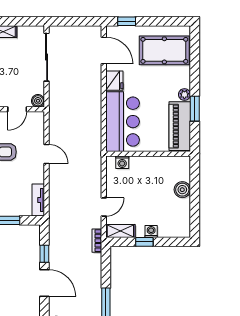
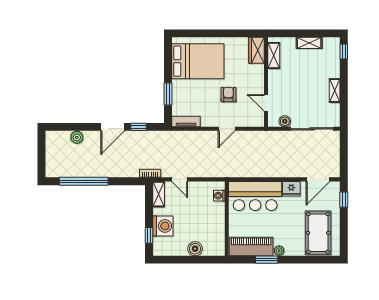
boiler: (38, 101) -> (285, 121), moved
washing machine: (151, 231) -> (163, 226), width x1.89, depth x1.89
window: (144, 242) -> (149, 235), moved

